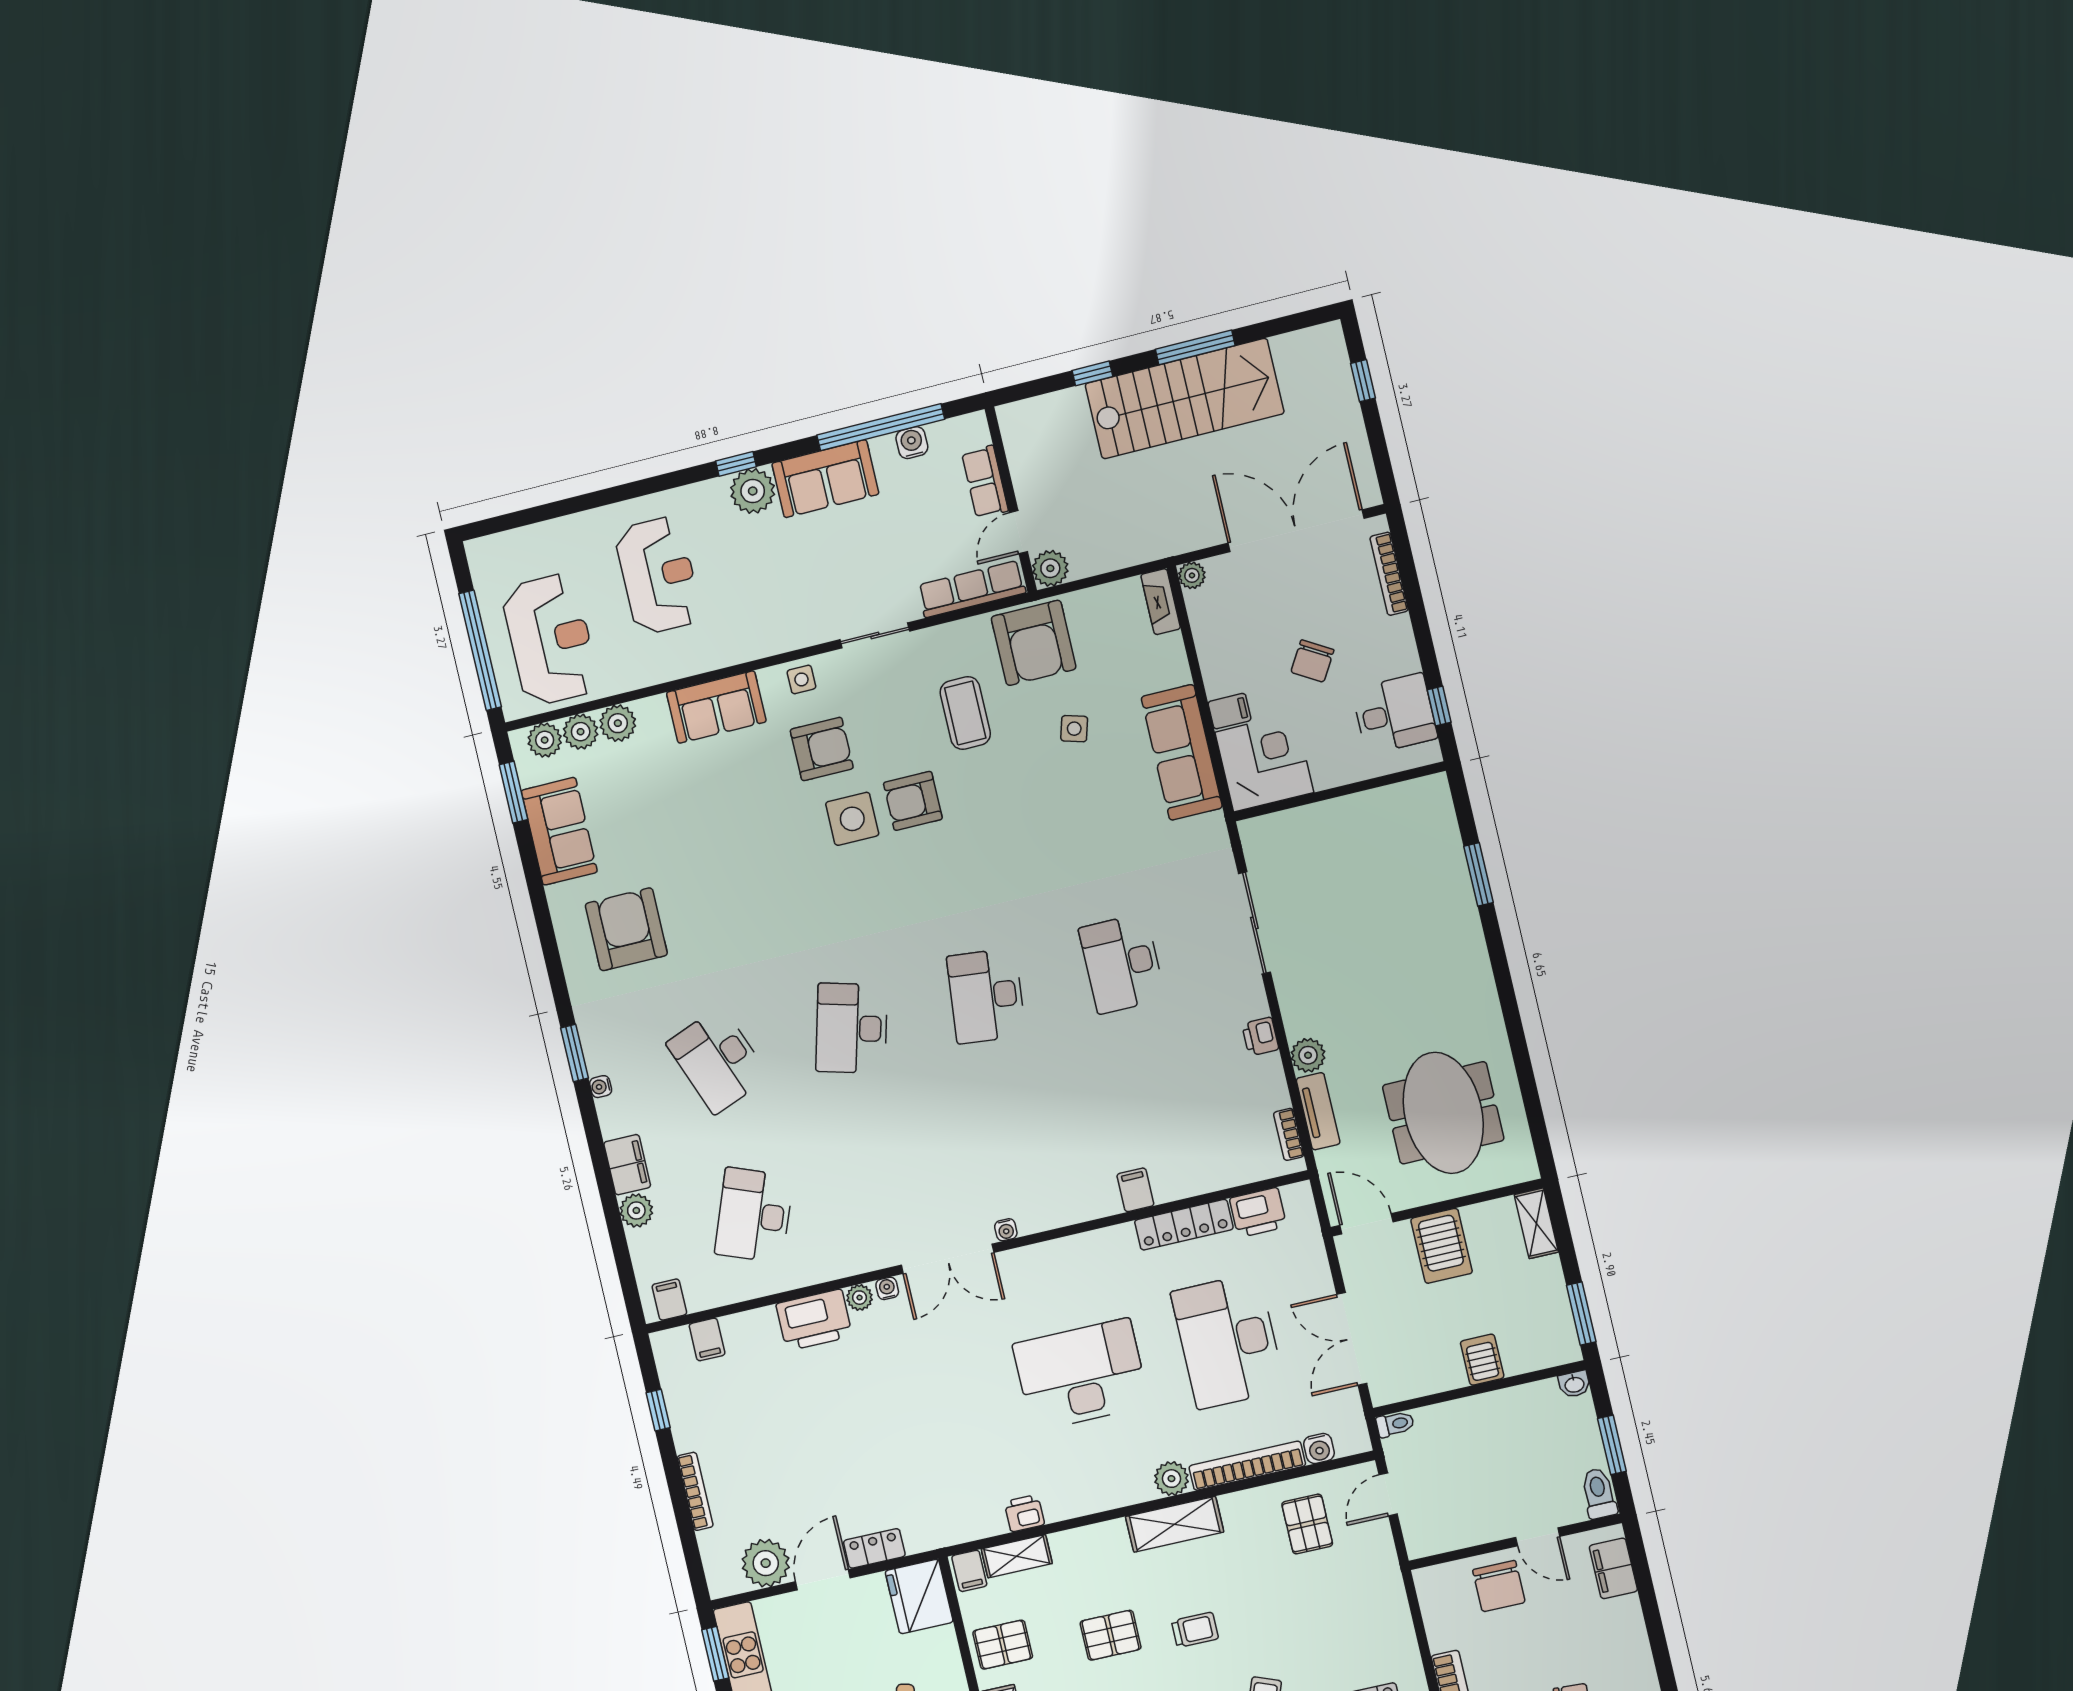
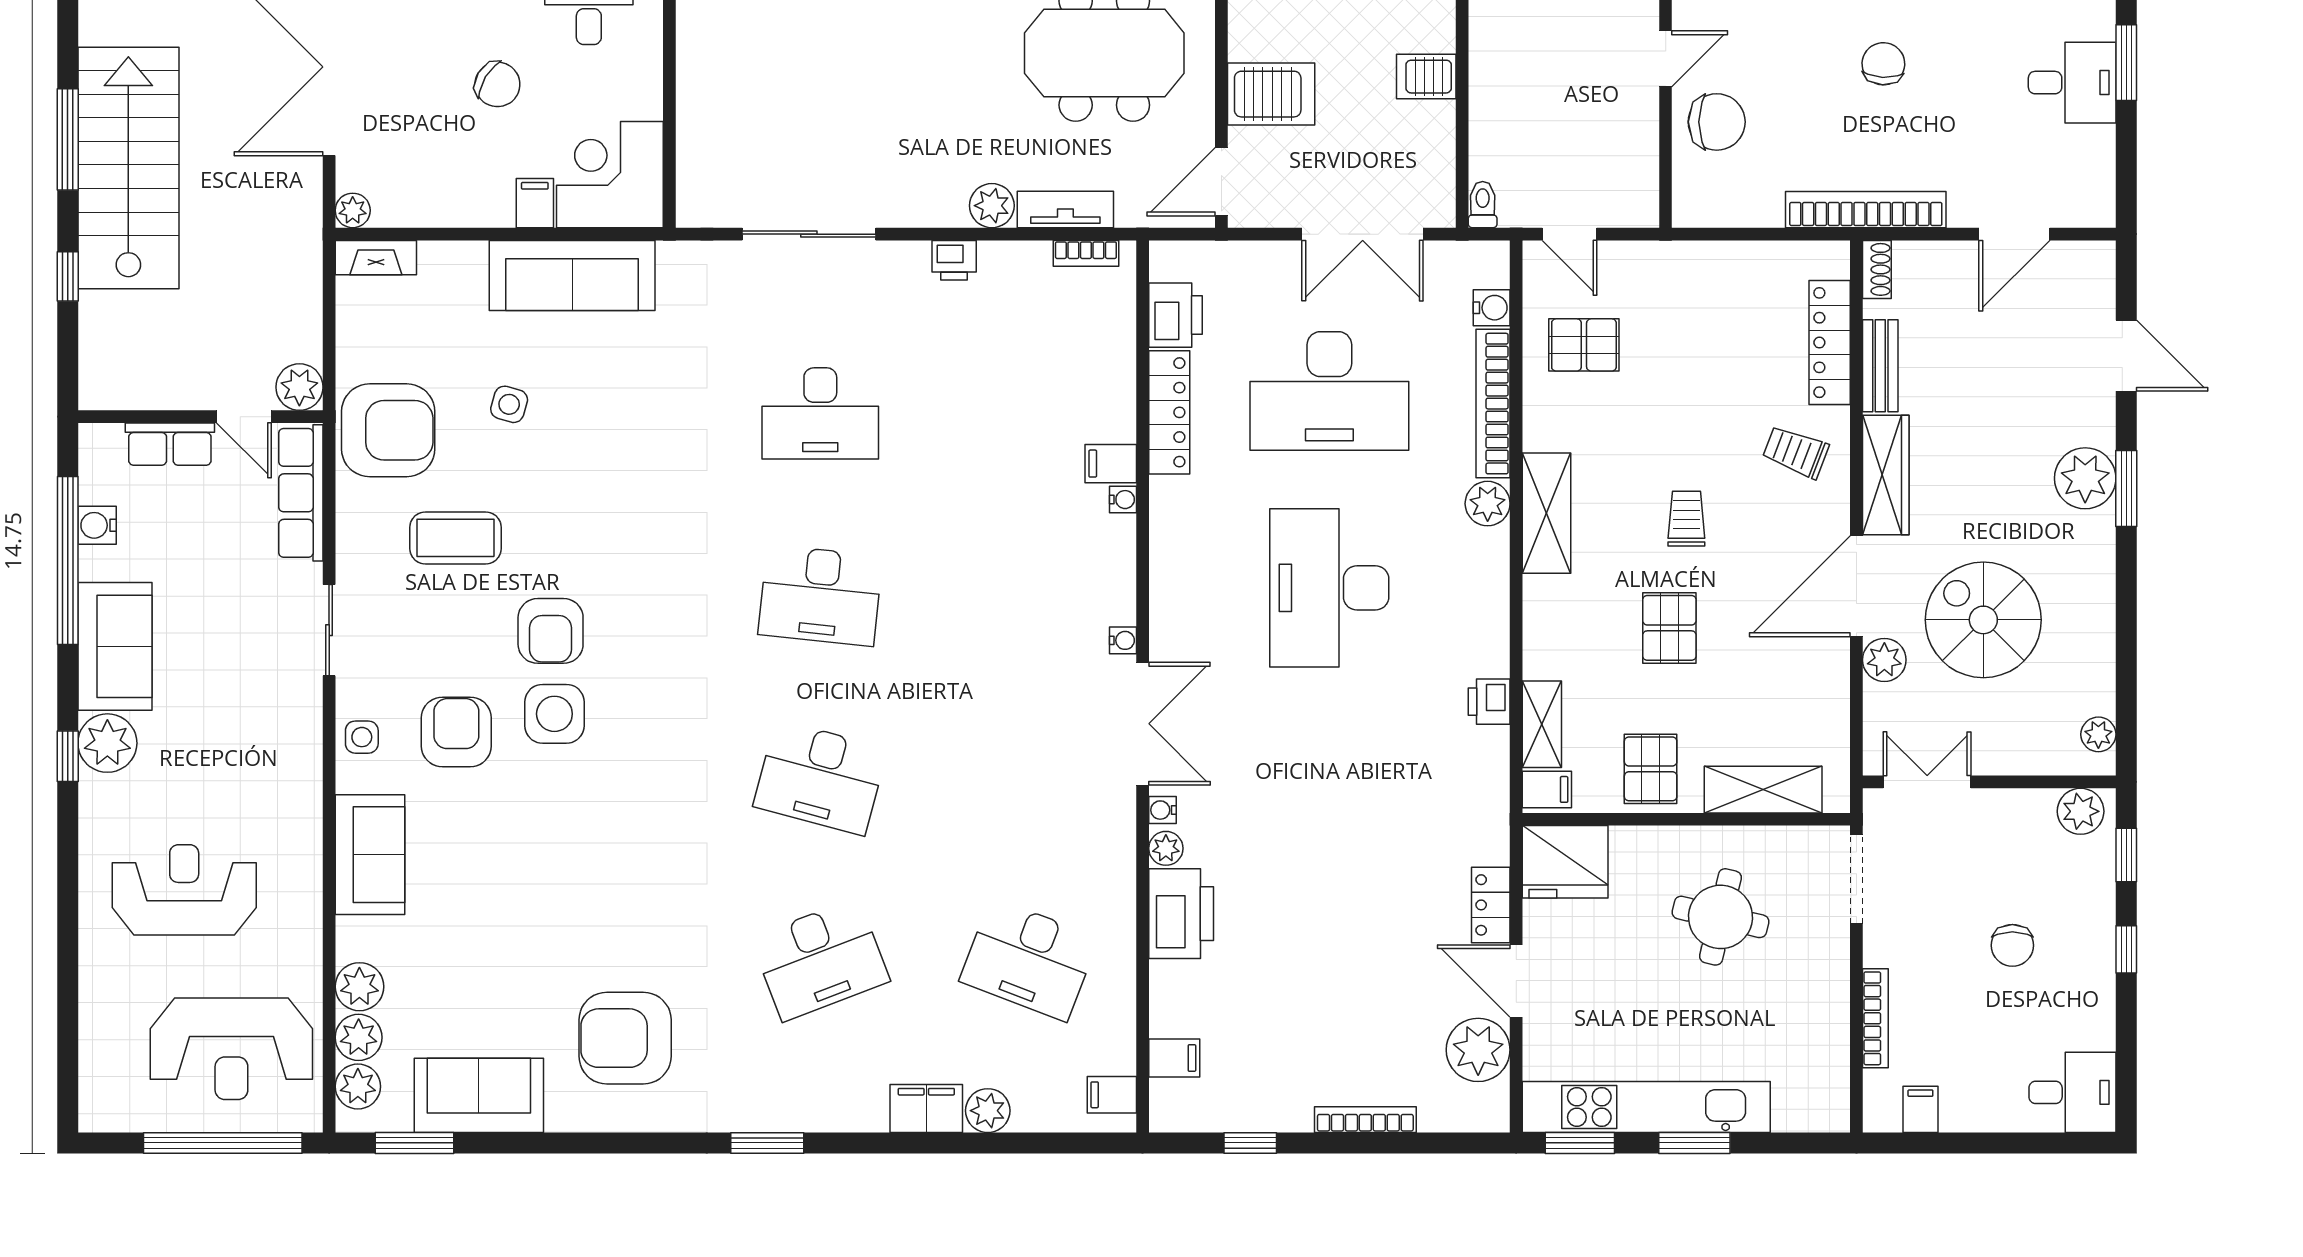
reception desk: (550, 640) -> (231, 1049), turned 180
water cooler: (601, 1087) -> (1123, 500), moved, turned -90

